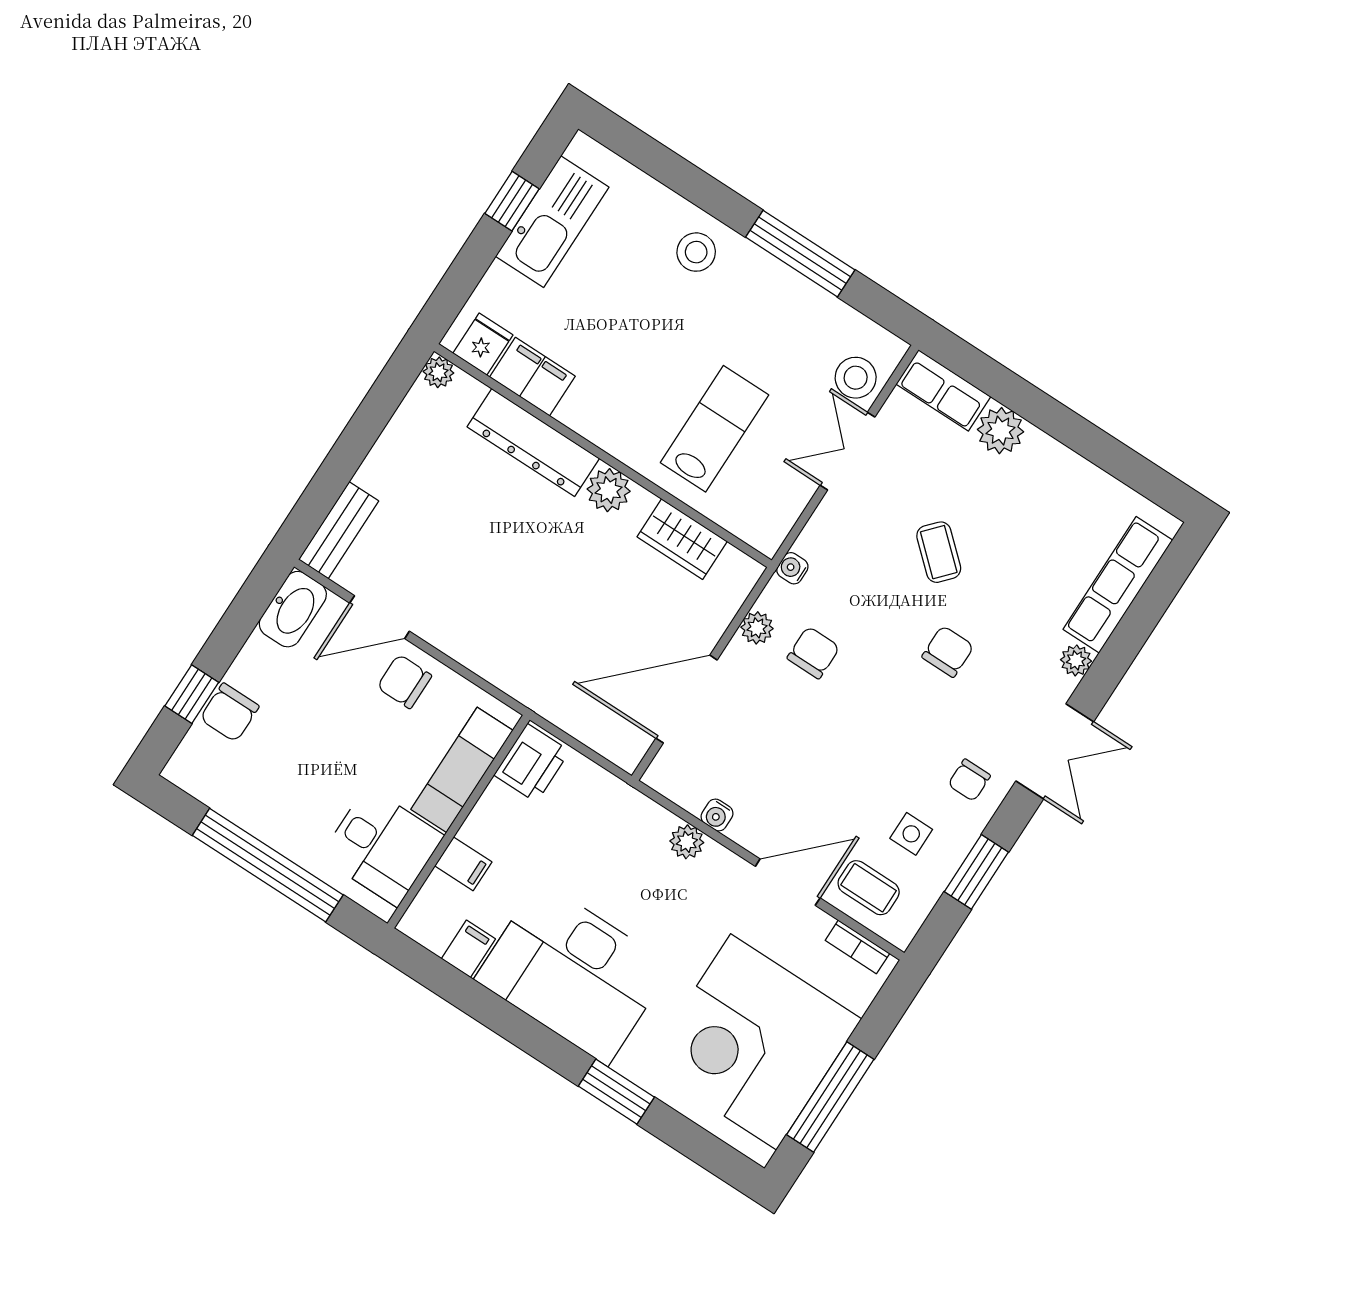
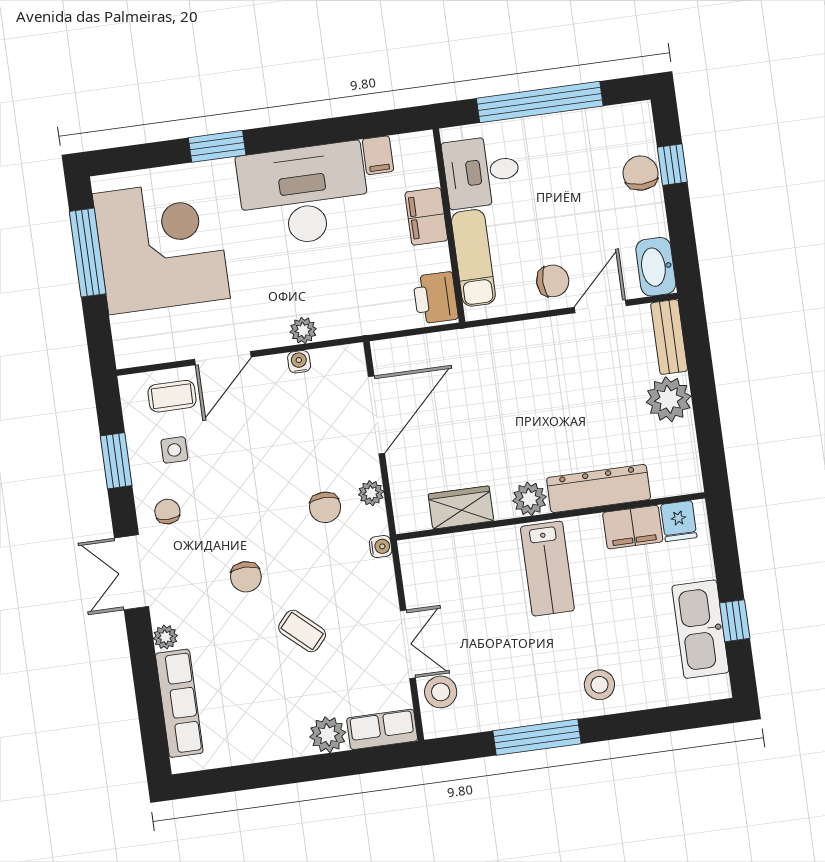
plant: (438, 372) -> (669, 399), moved, width x1.88, depth x1.88
lab bench: (714, 429) -> (547, 569), moved
filing cabinet: (463, 864) -> (426, 216), width x2.00
bookcase: (857, 947) -> (148, 355), removed

